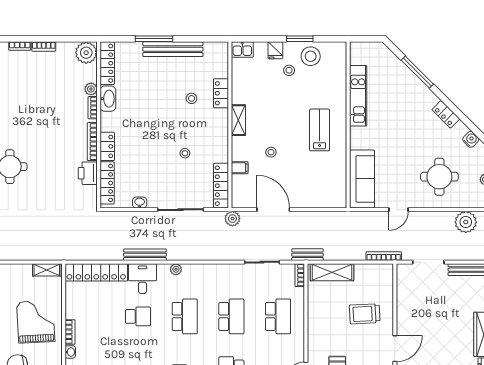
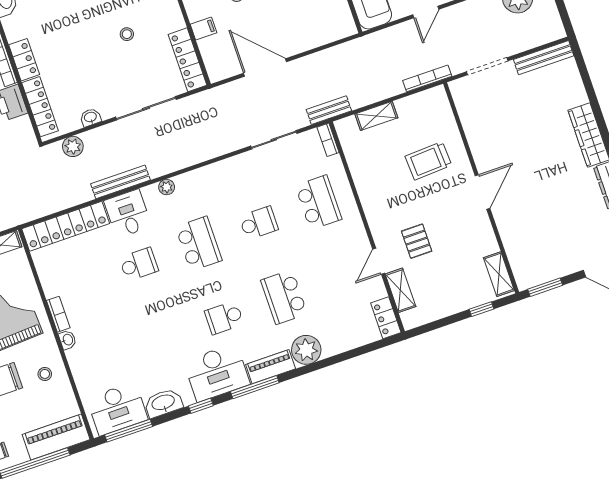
plant: (232, 219) -> (73, 146), moved
shelving: (332, 272) -> (376, 116), width x0.67, depth x0.75
school desk: (231, 316) -> (259, 223), width x0.54

